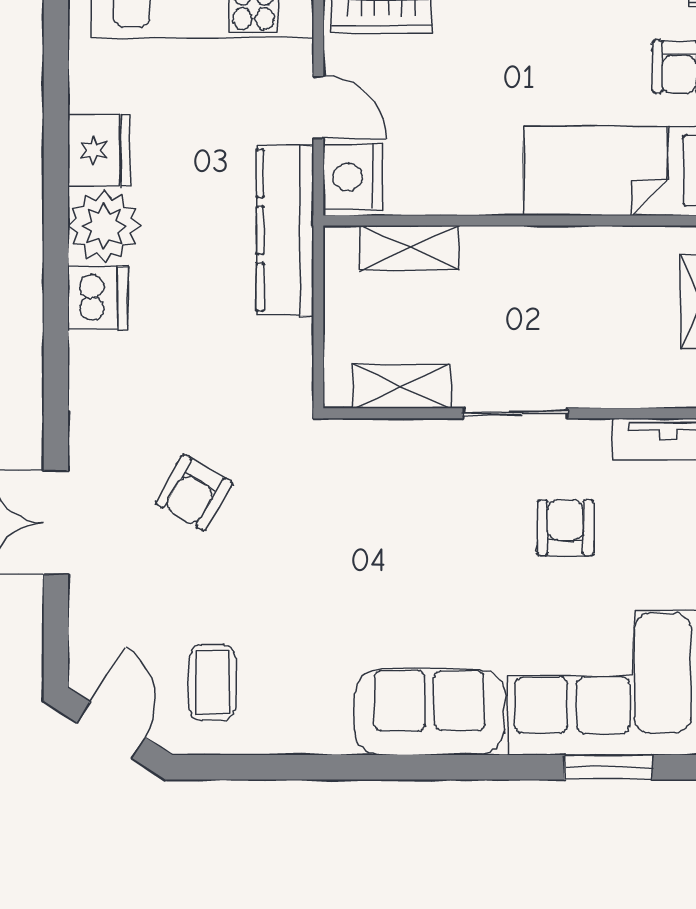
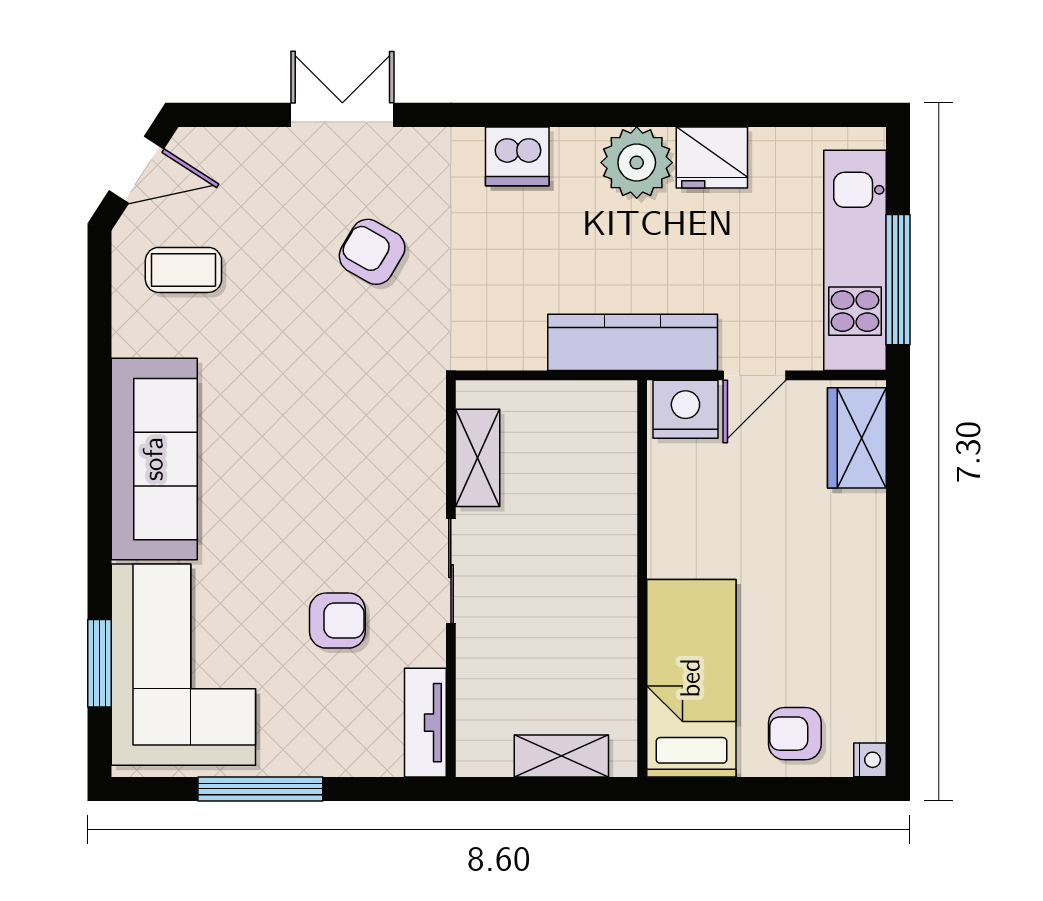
shelving: (409, 248) -> (615, 466), removed
dishwasher: (98, 298) -> (517, 156), moved
sofa: (430, 712) -> (154, 459), width x1.36

